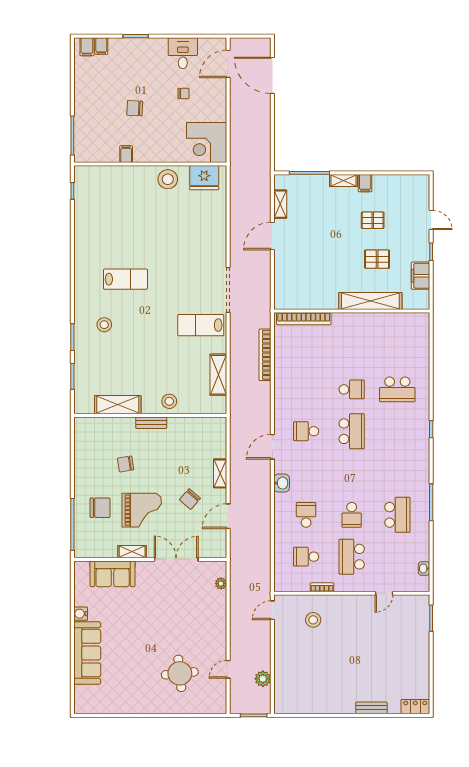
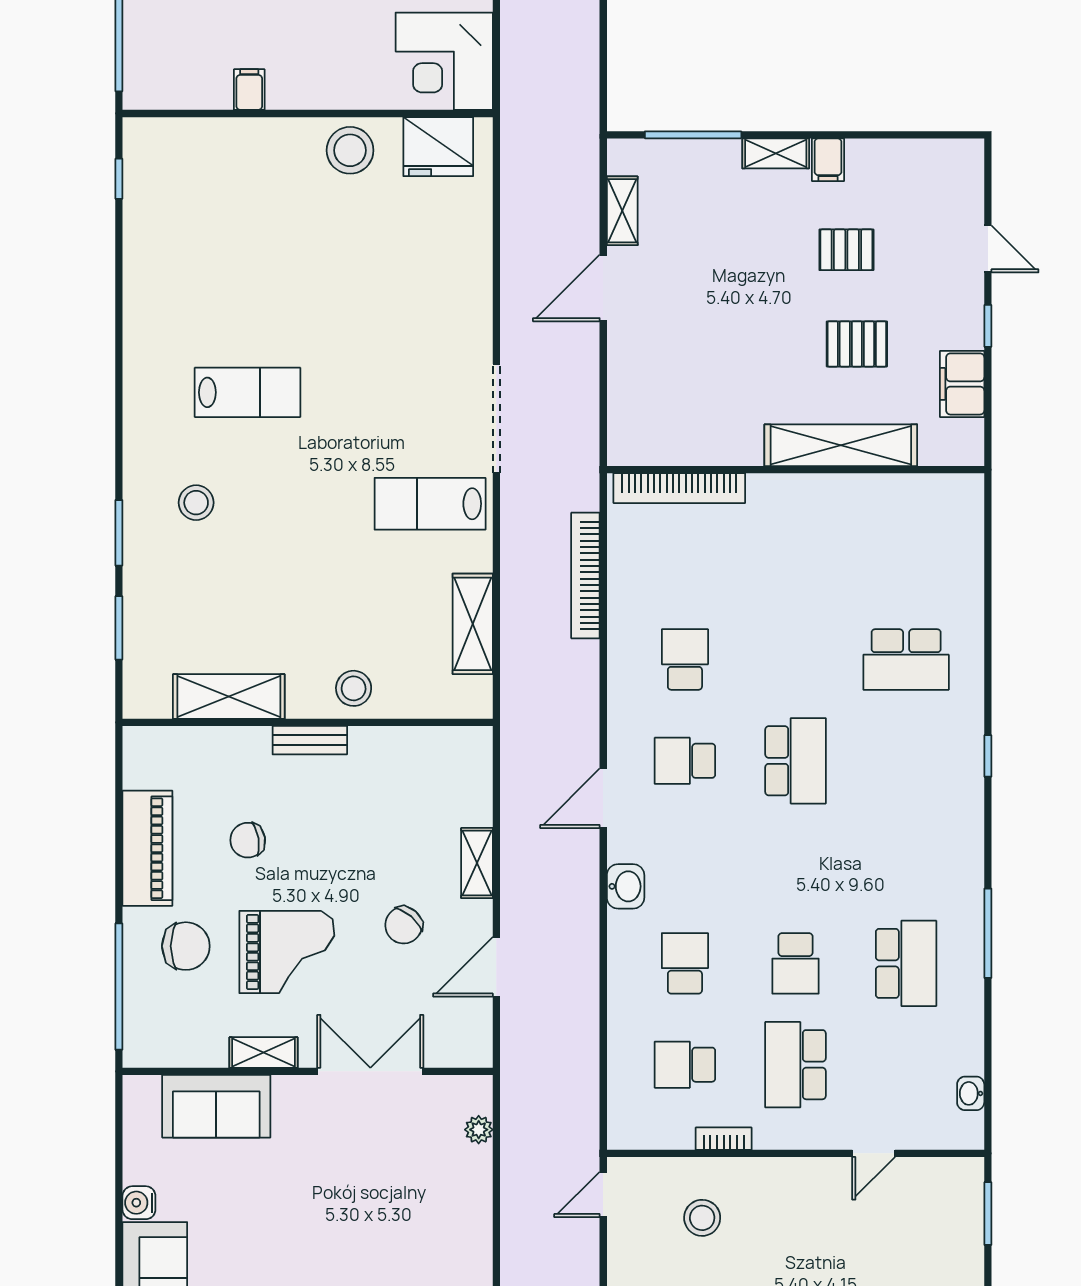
school desk: (352, 389) -> (685, 660), moved, turned -90
piano: (84, 467) -> (147, 848), added

